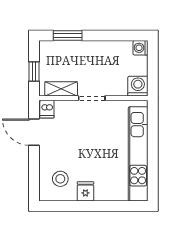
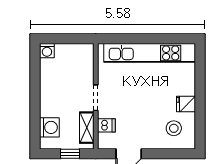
window: (68, 36) -> (35, 121), removed
washing machine: (138, 86) -> (49, 127), moved, turned 180
dishwasher: (47, 109) -> (106, 125), moved

